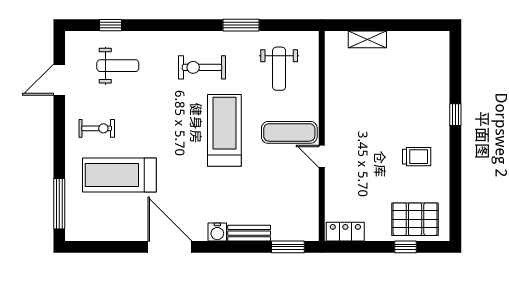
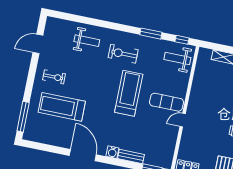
window: (110, 25) -> (182, 40), moved
weight bench: (118, 66) -> (87, 41), moved
weight bench: (279, 69) -> (177, 58), moved, turned 90
door: (322, 156) -> (183, 120), hinge flipped

